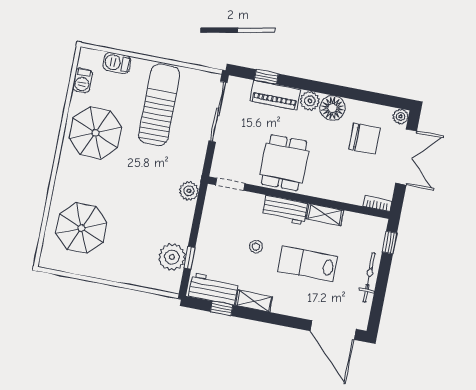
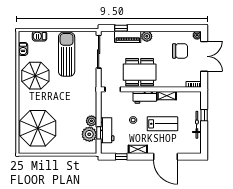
floor lamp: (332, 108) -> (160, 38), removed
dining table: (284, 163) -> (140, 72), width x1.38
plant: (189, 191) -> (91, 121), moved
parasol: (81, 228) -> (38, 128), width x1.36, depth x1.36
window: (390, 242) -> (204, 115), moved
lab bench: (307, 264) -> (162, 124), turned 180
workbench: (214, 289) -> (107, 130), moved, turned 90
door: (333, 330) -> (165, 157), moved

